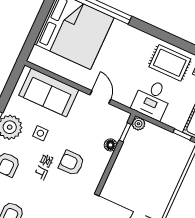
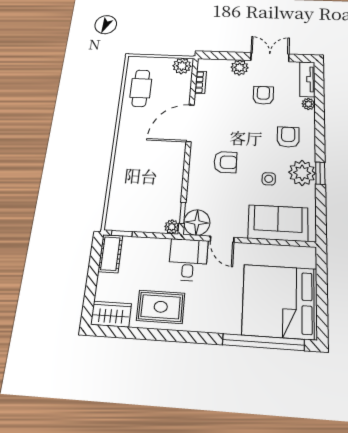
desk: (152, 99) -> (188, 260), moved
floor lamp: (110, 145) -> (197, 222), moved, width x1.89, depth x1.89

